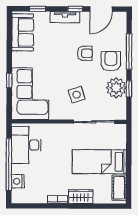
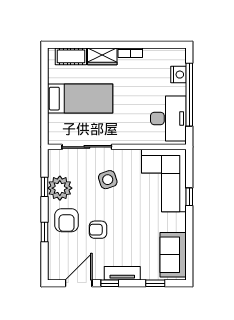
window: (129, 52) -> (44, 232), width x0.46
cot: (119, 188) -> (71, 56), moved, turned 90

